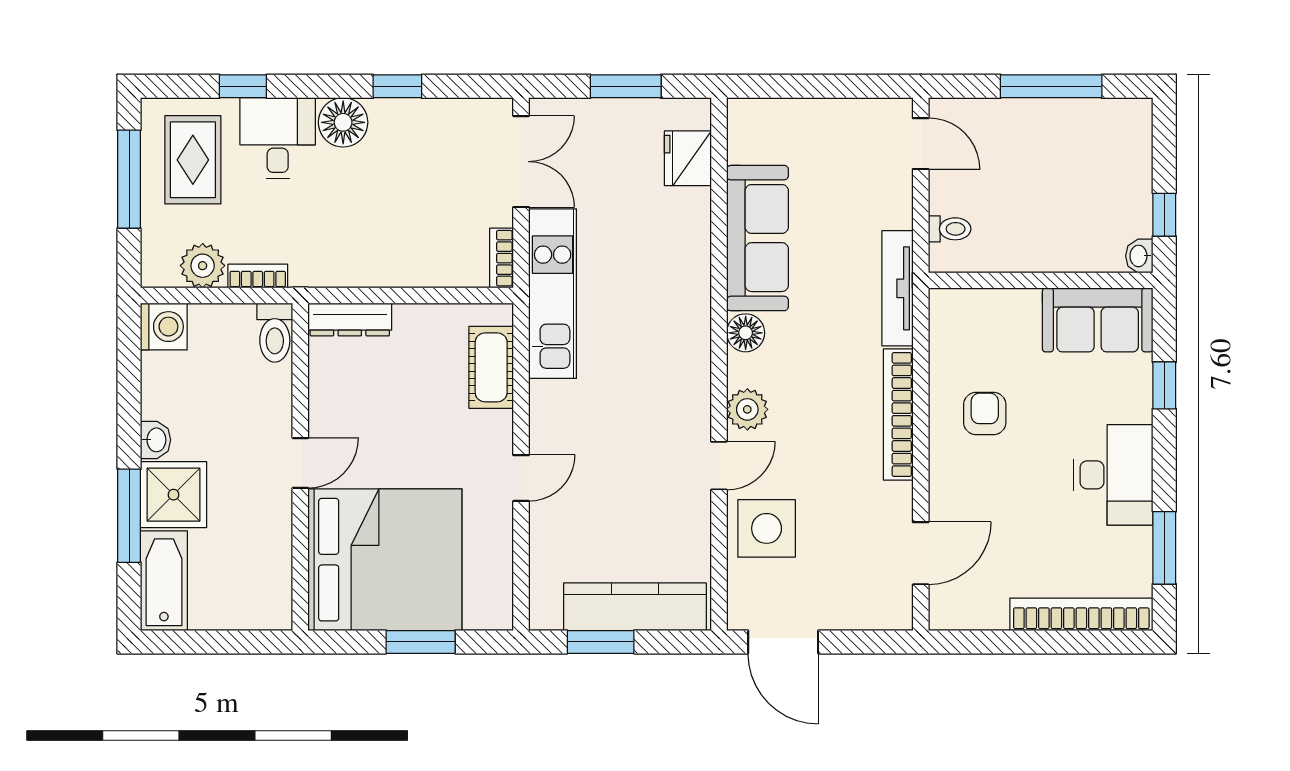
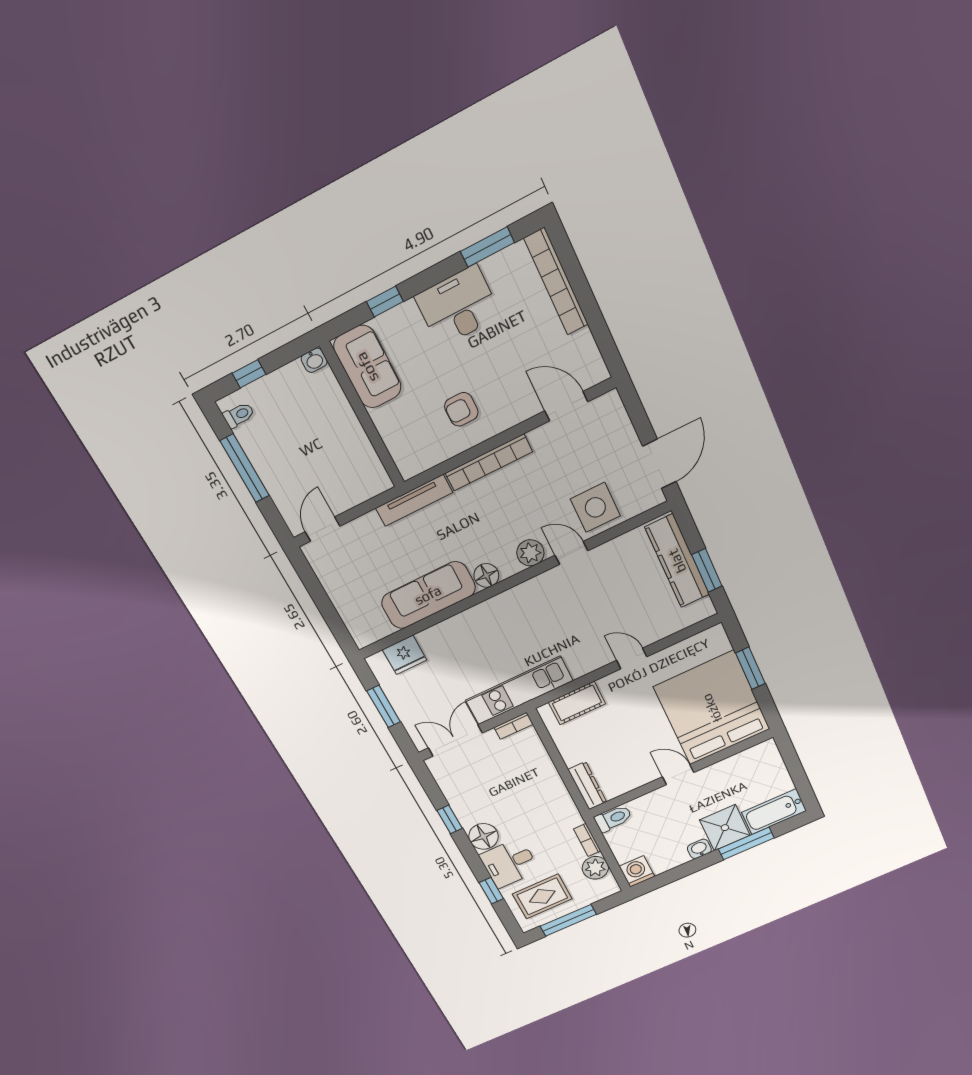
window: (1164, 215) -> (249, 374), moved
toilet: (950, 229) -> (239, 415), moved, turned 90

